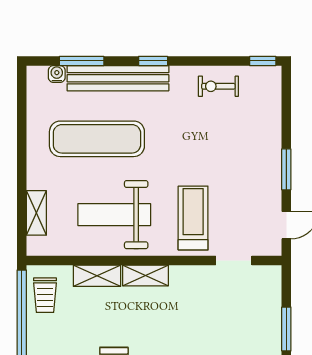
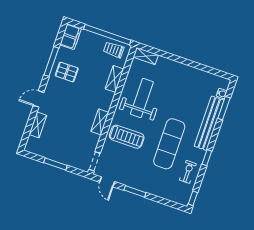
window: (153, 61) -> (207, 158), moved
exercise mat: (97, 139) -> (169, 144), moved
shelving: (36, 213) -> (146, 56), moved
doorway: (234, 260) -> (95, 161), moved
shelving: (145, 275) -> (100, 122), moved

